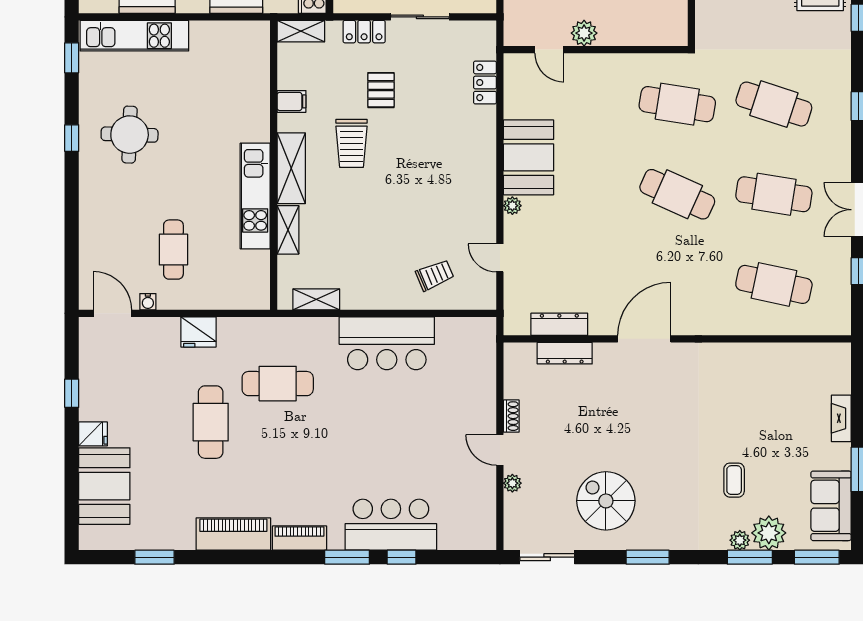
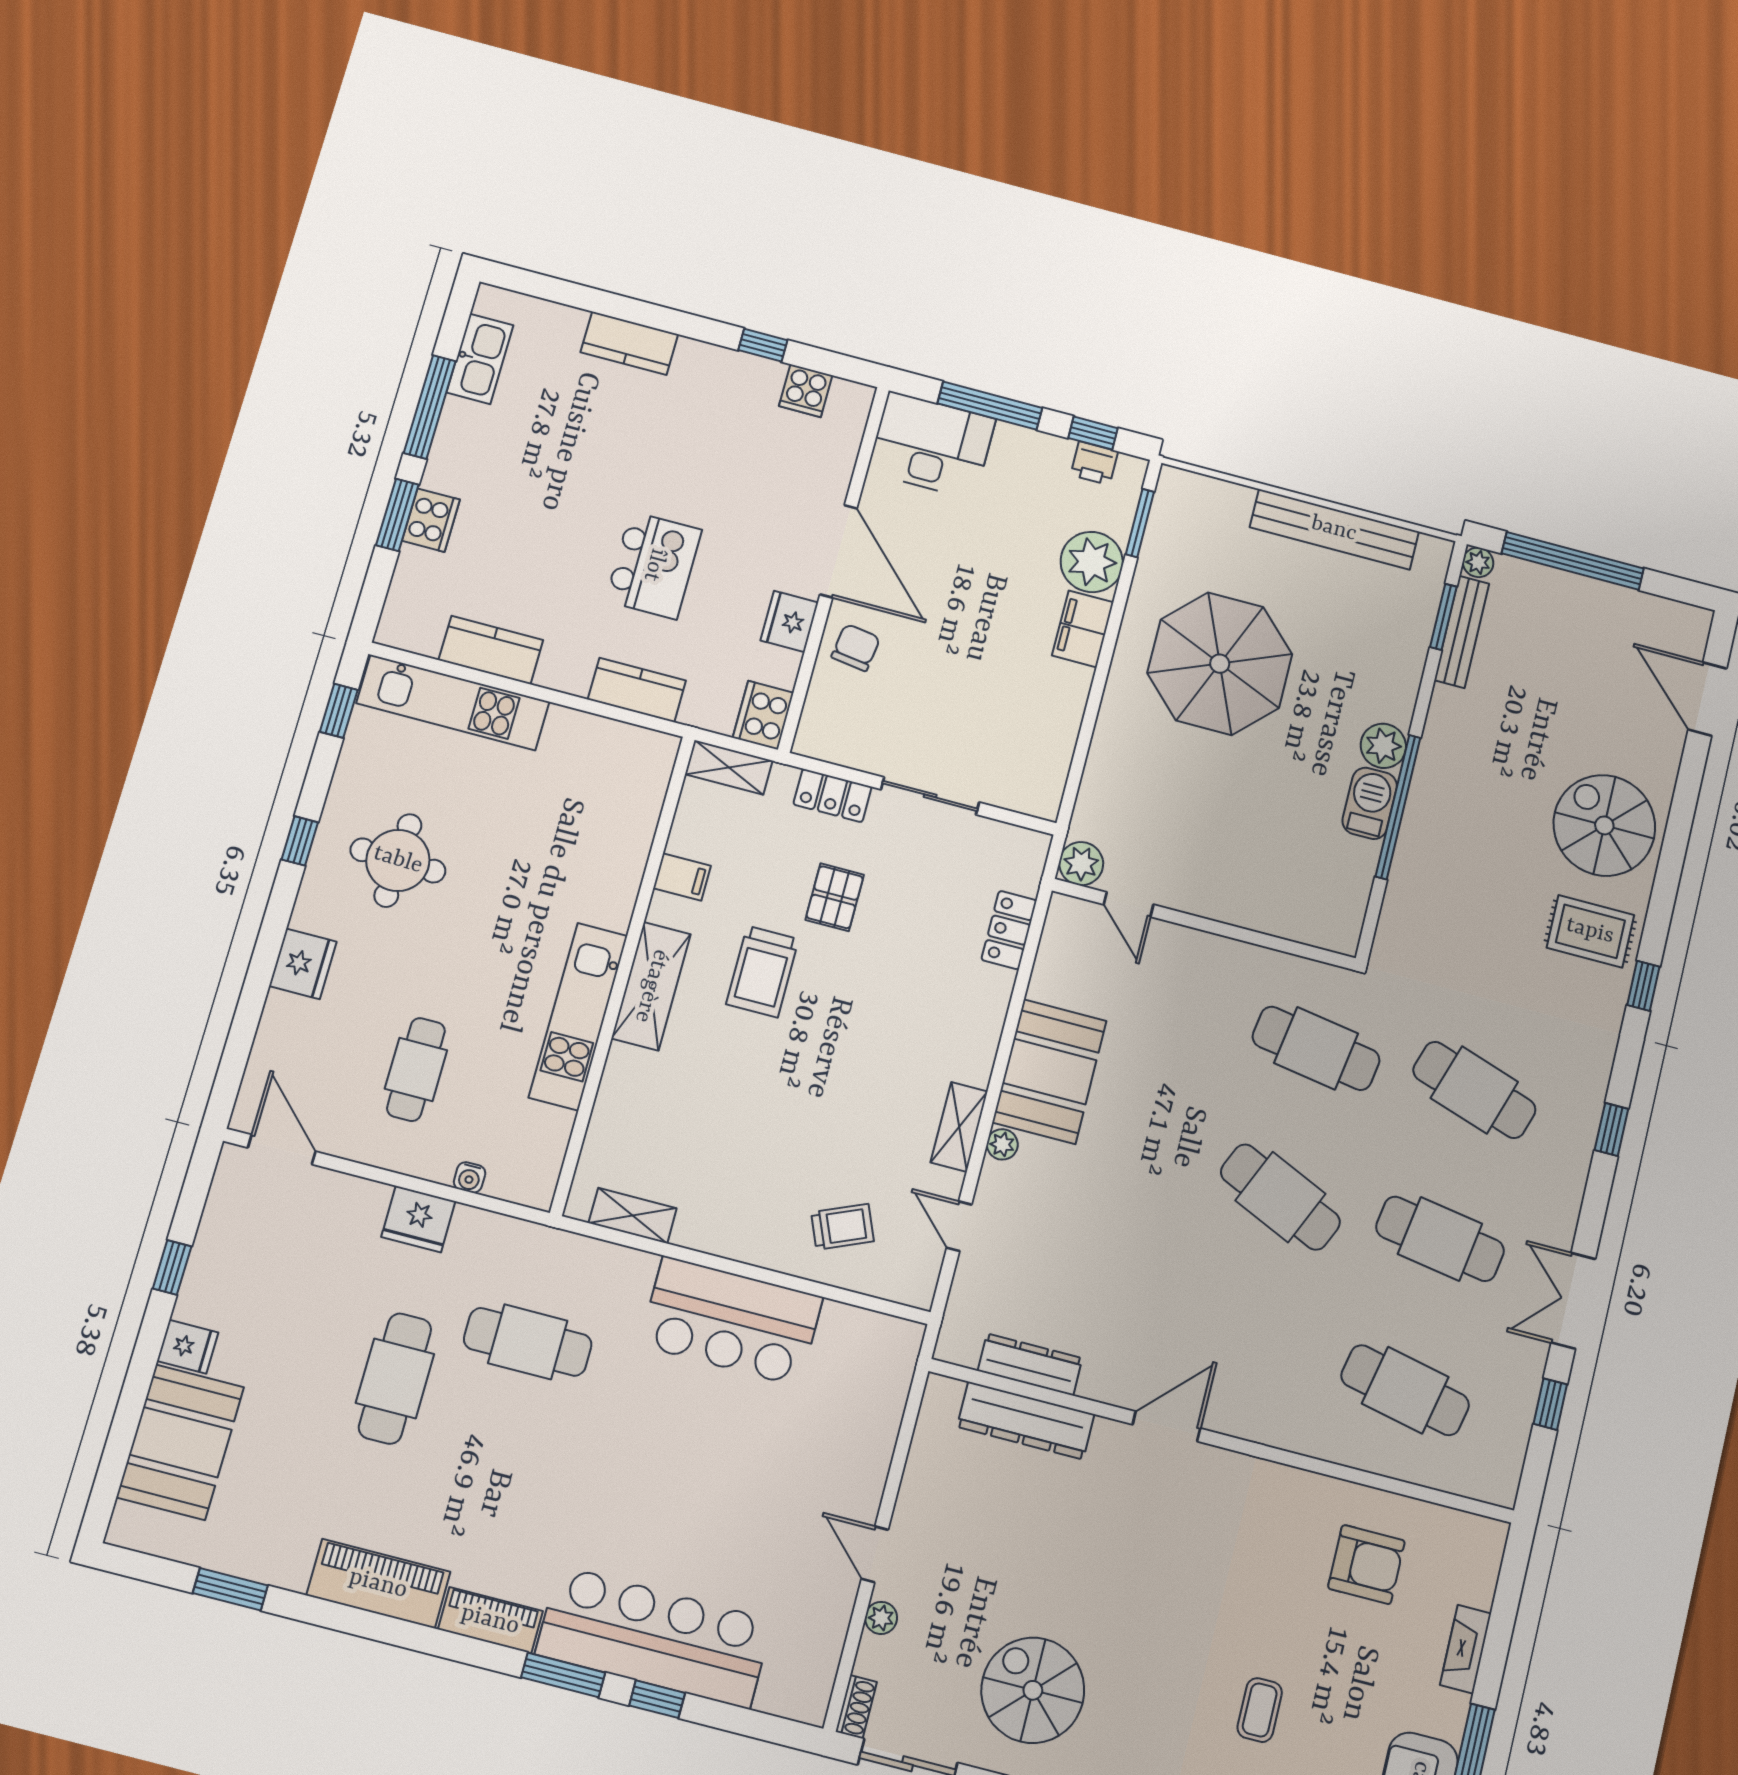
plant: (584, 33) -> (1081, 864), moved
fridge: (94, 207) -> (303, 964), added
shelving: (288, 230) -> (959, 1127), moved
water cooler: (148, 302) -> (470, 1177), moved
door: (644, 339) -> (1166, 1426), width x0.73
dresser: (565, 353) -> (1026, 1421), width x1.37, depth x1.24
armchair: (775, 386) -> (1366, 1565), added
shoe rack: (511, 416) -> (856, 1707), moved
bar counter: (391, 525) -> (654, 1637), width x1.36

